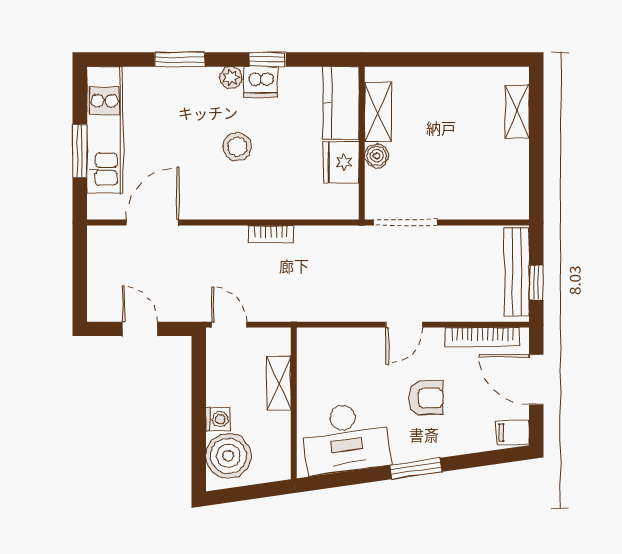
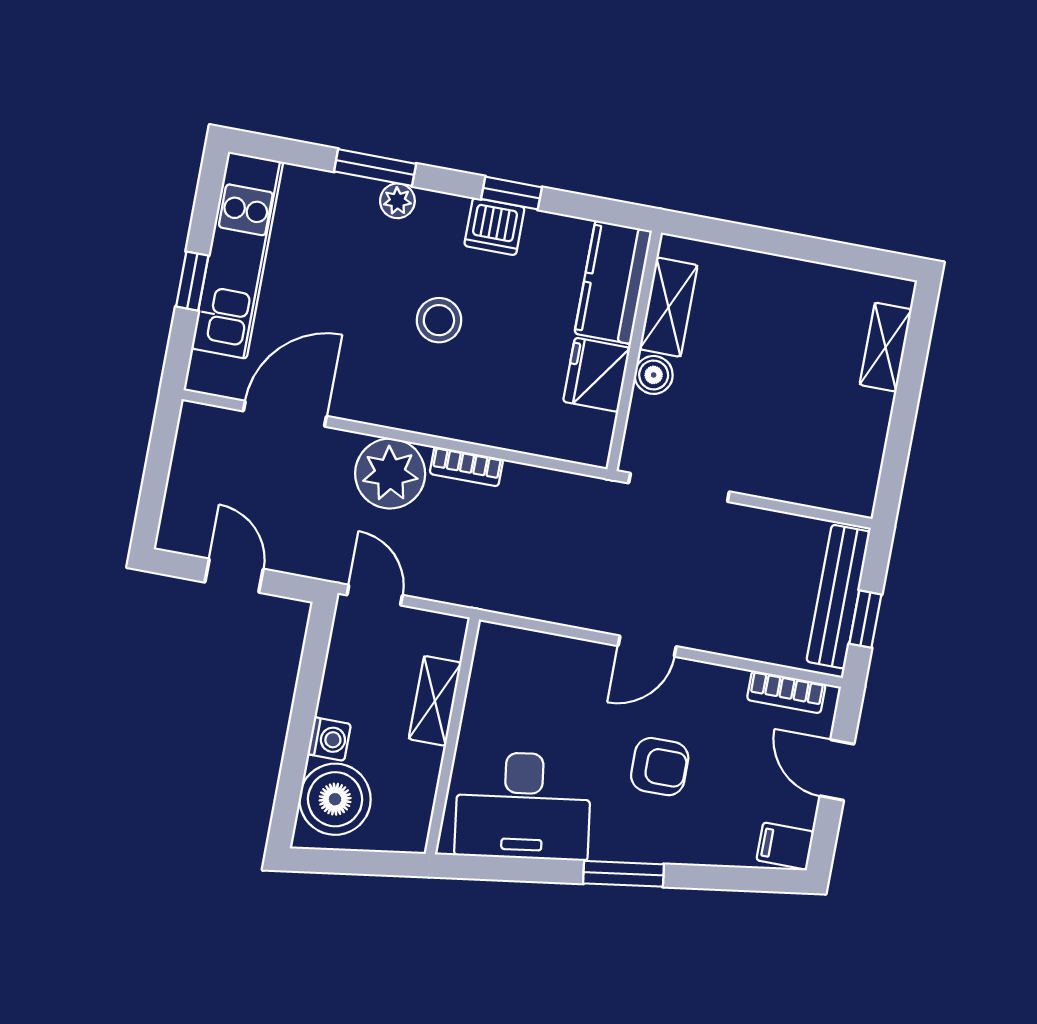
plant: (231, 78) -> (397, 201), moved
window: (80, 151) -> (192, 281), width x0.67
plant: (225, 247) -> (390, 474), added
bookcase: (482, 337) -> (786, 692), width x0.64
door: (536, 379) -> (837, 770), width x0.73

